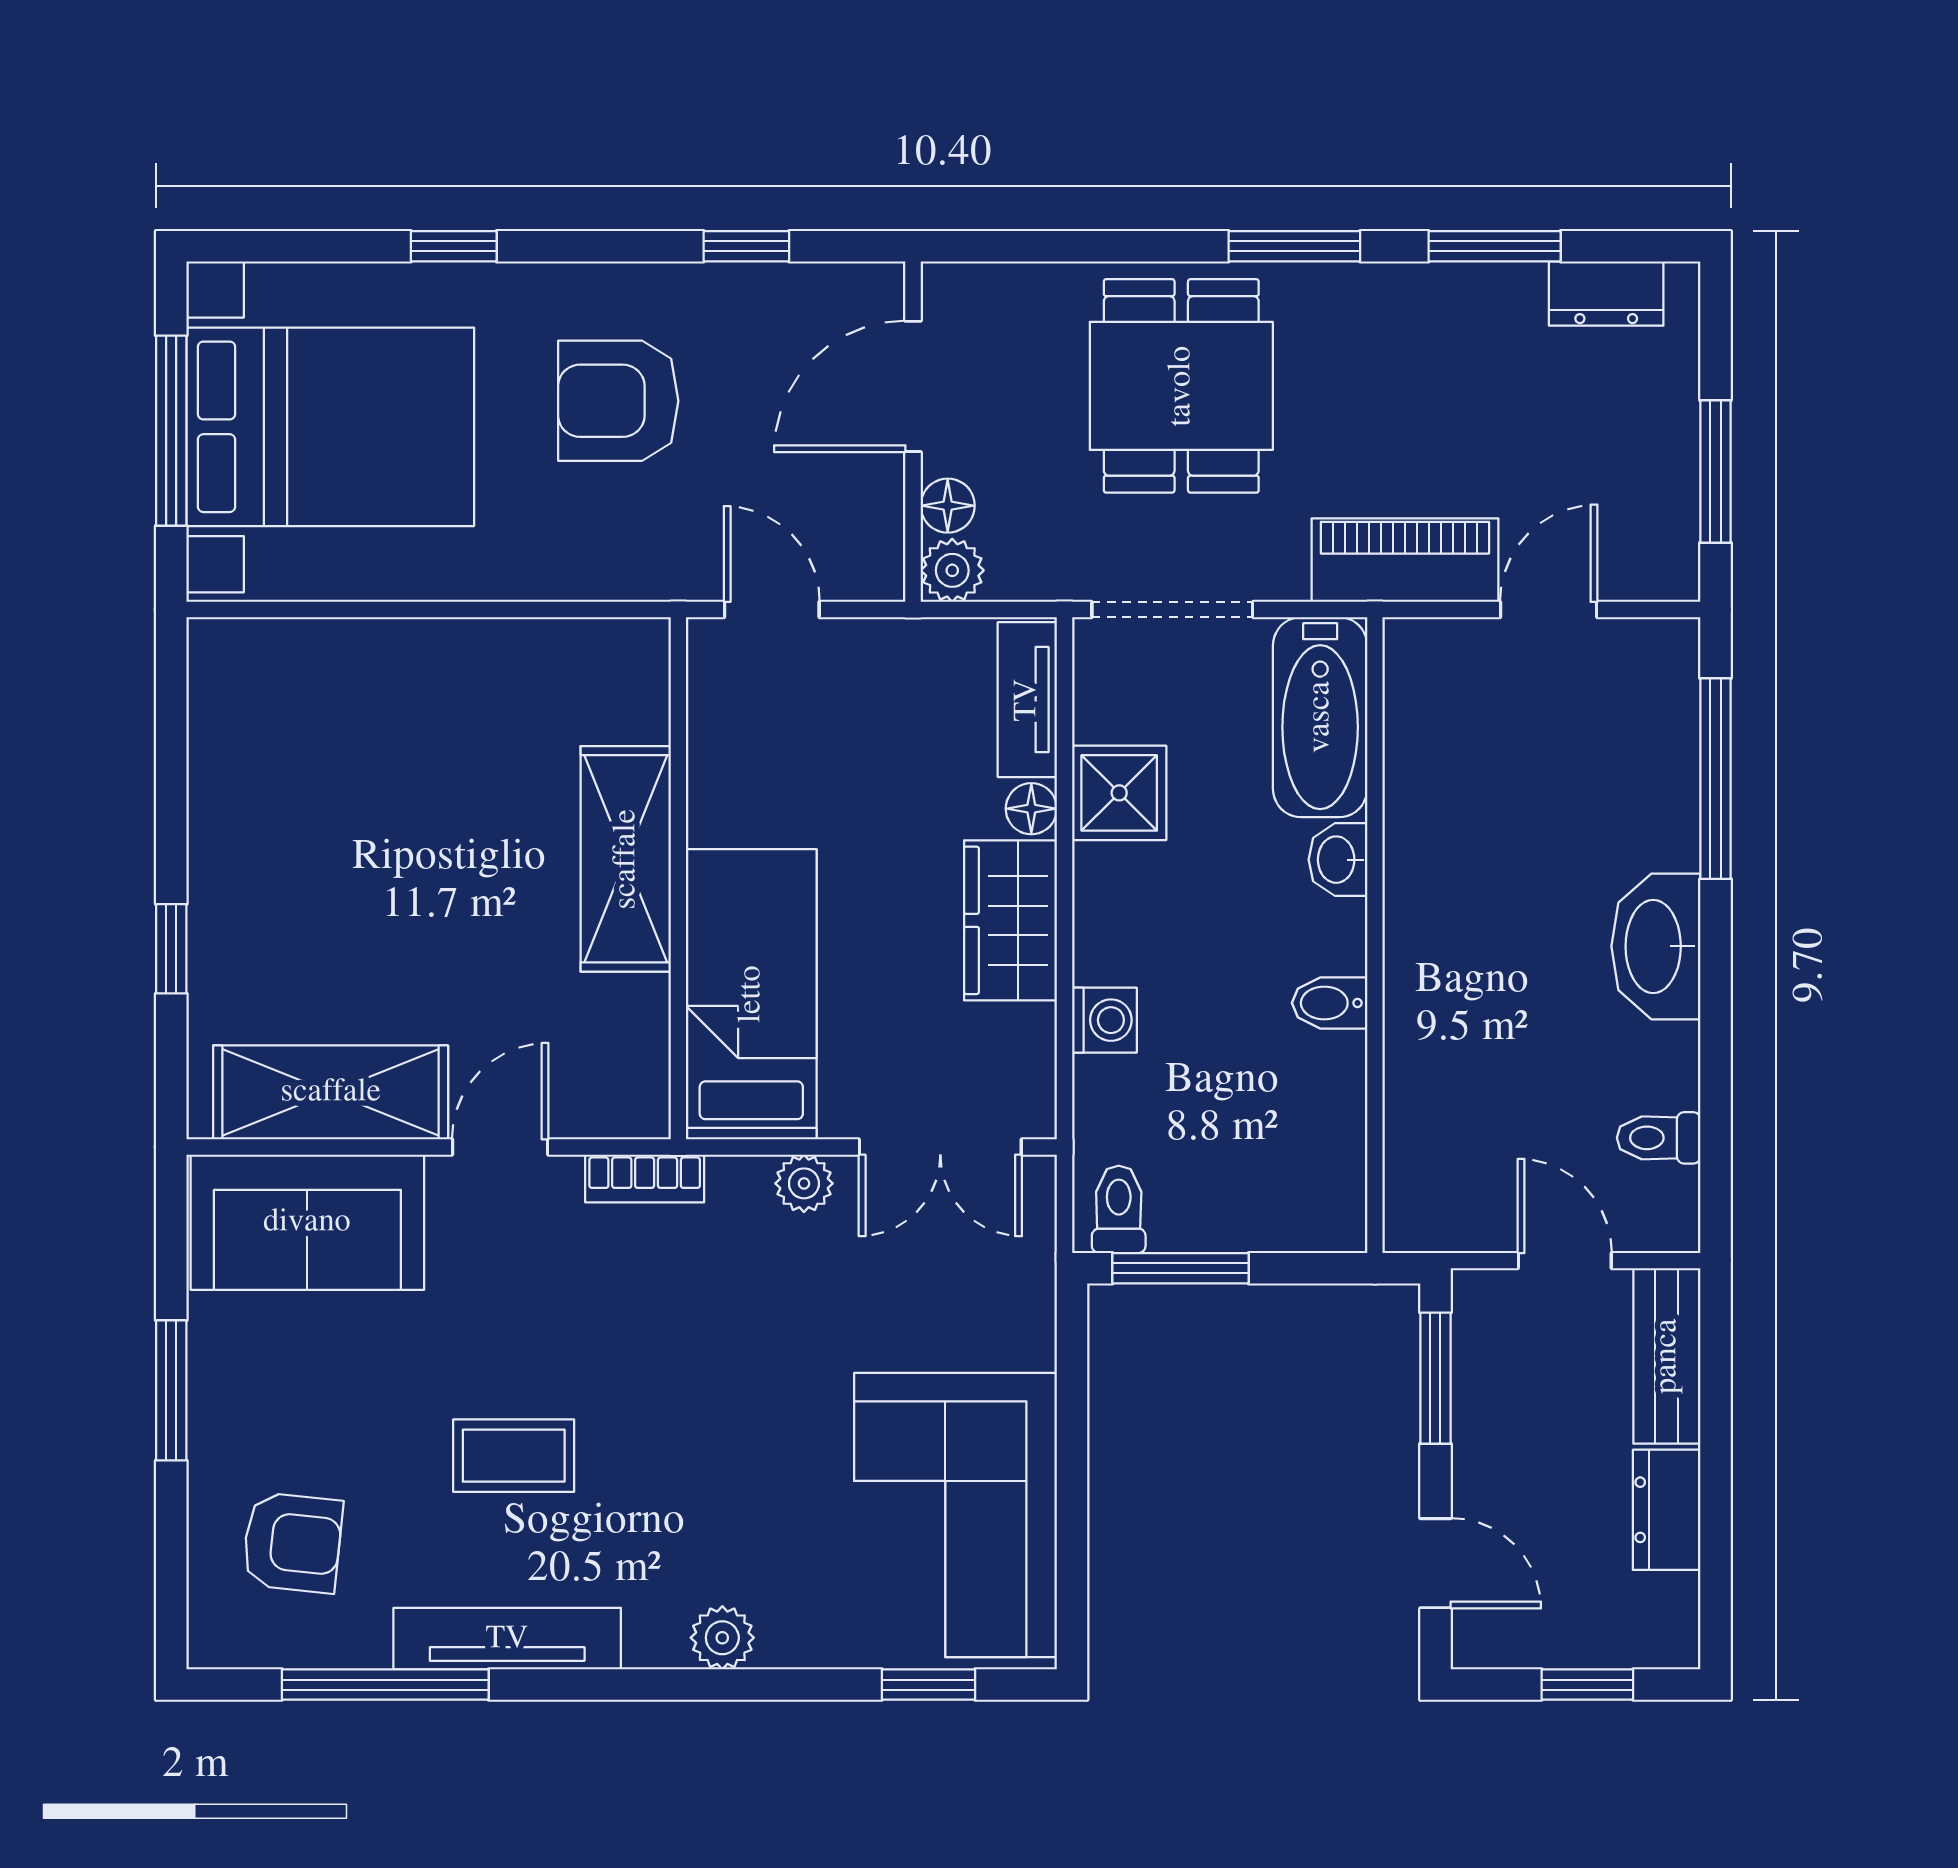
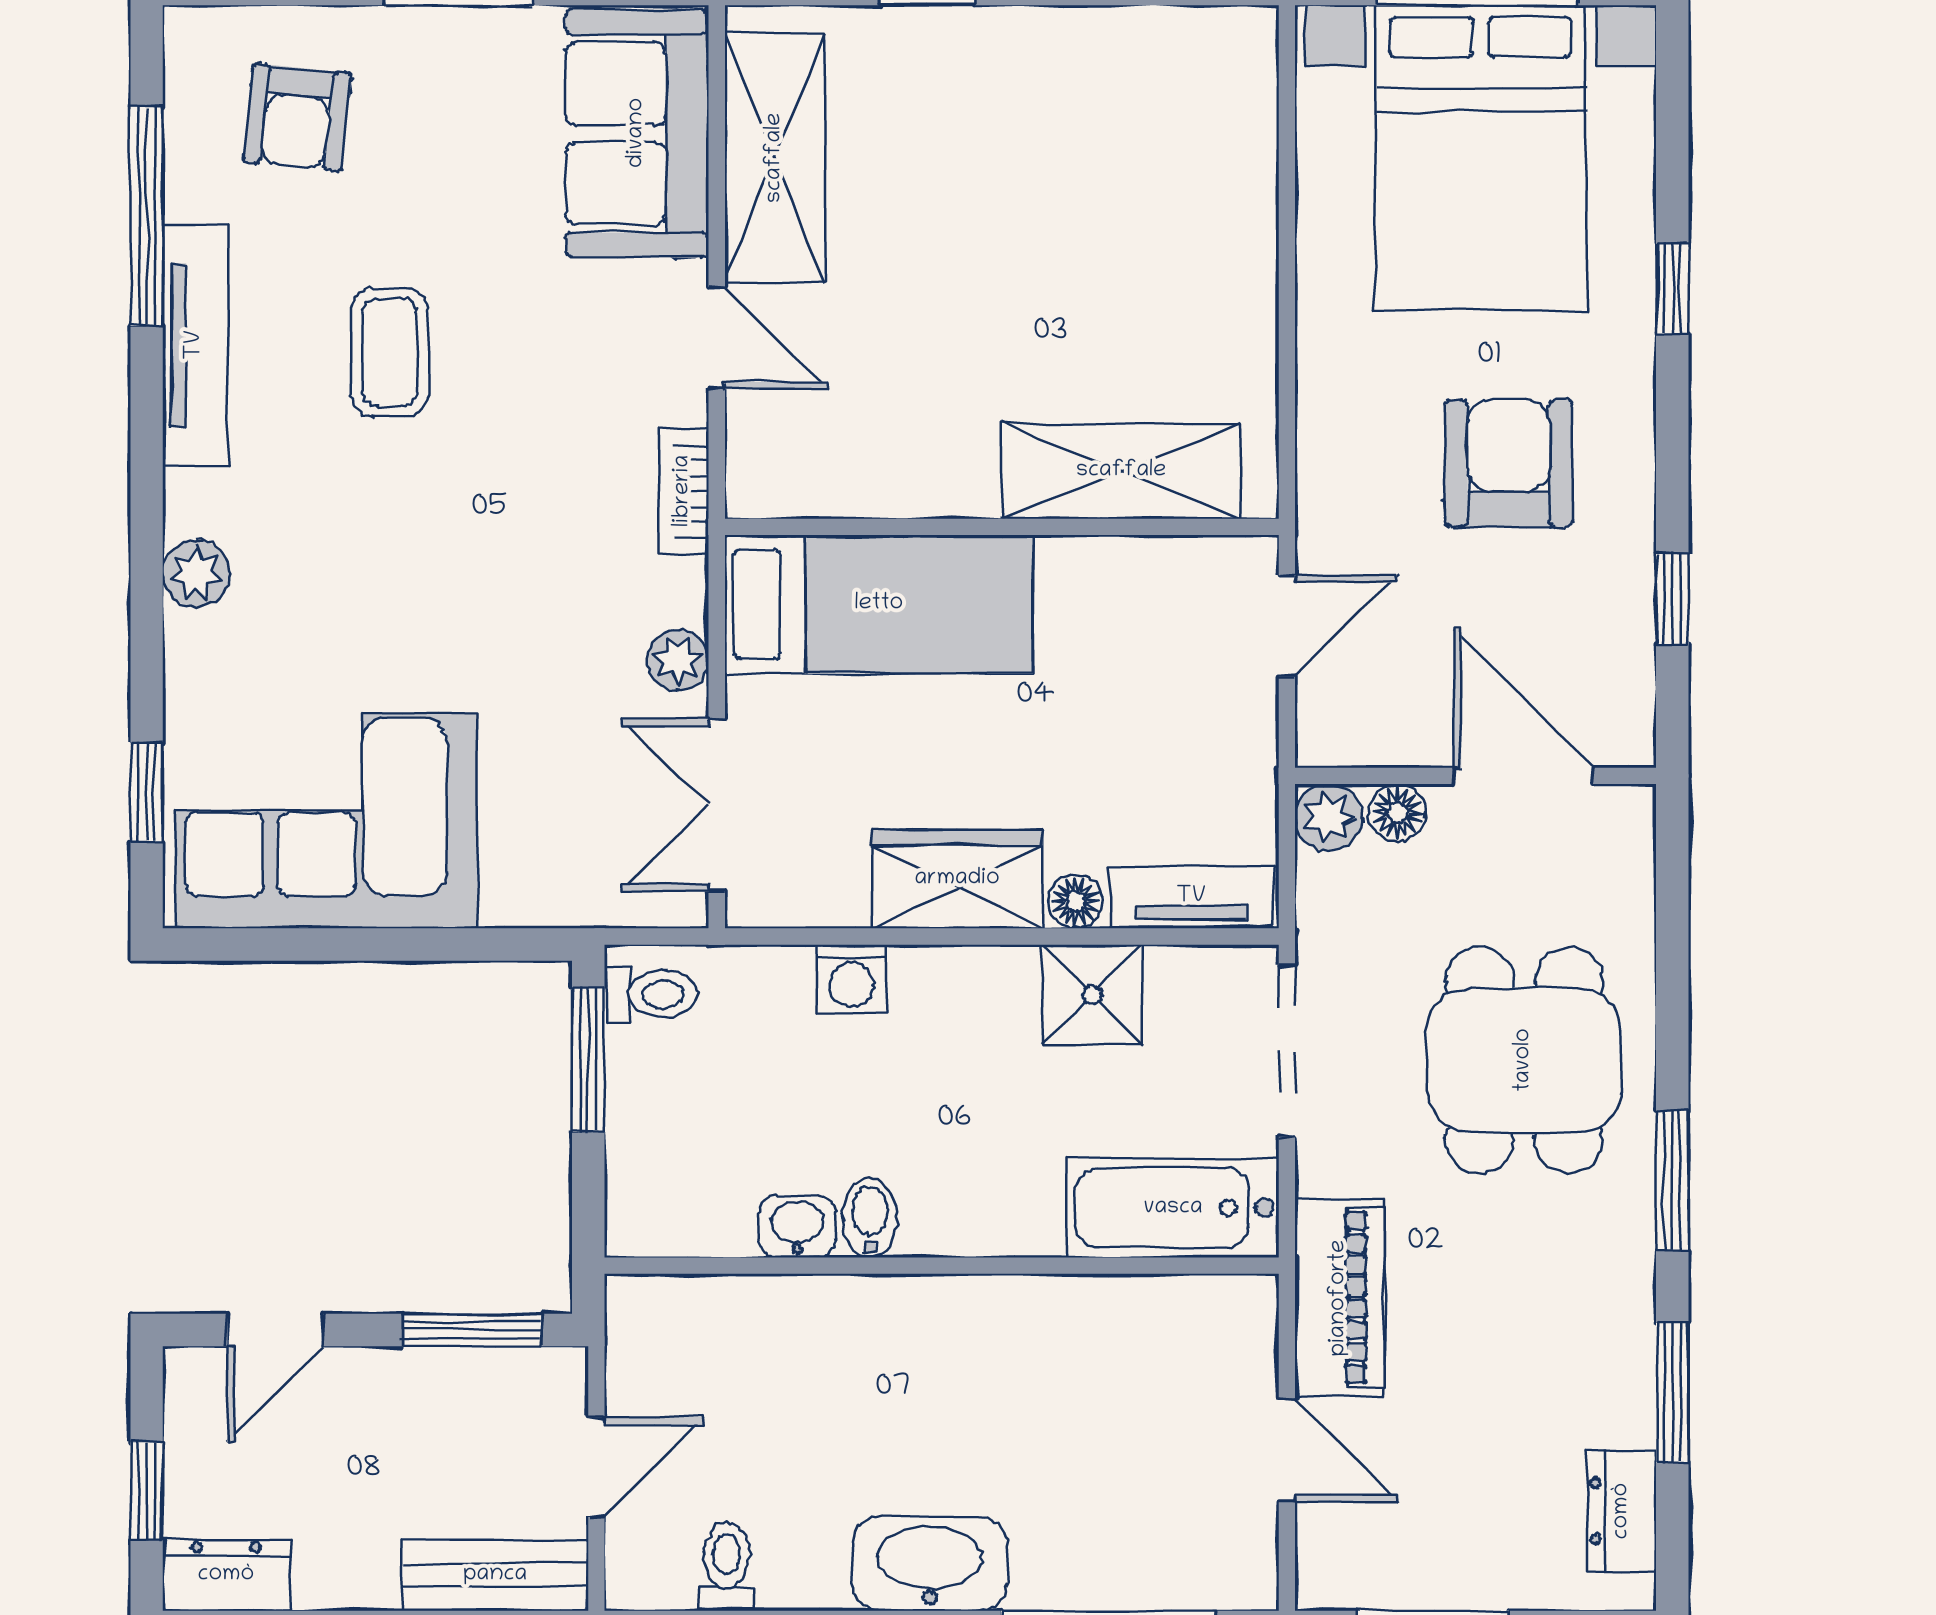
dining table: (1181, 386) -> (1524, 1060), turned 90
shelving: (626, 859) -> (1121, 471), moved
washbasin: (1338, 860) -> (797, 1227), moved
dresser: (1667, 1510) -> (226, 1575), moved

